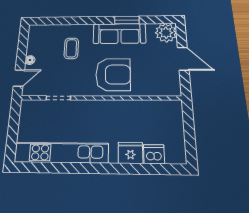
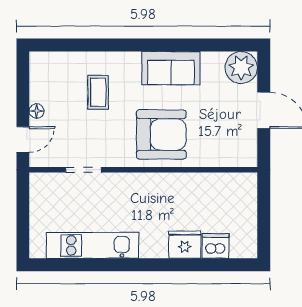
window: (127, 20) -> (183, 45), removed
sofa: (119, 34) -> (171, 68), width x0.73
kitchen unit: (61, 153) -> (92, 245), width x0.73

